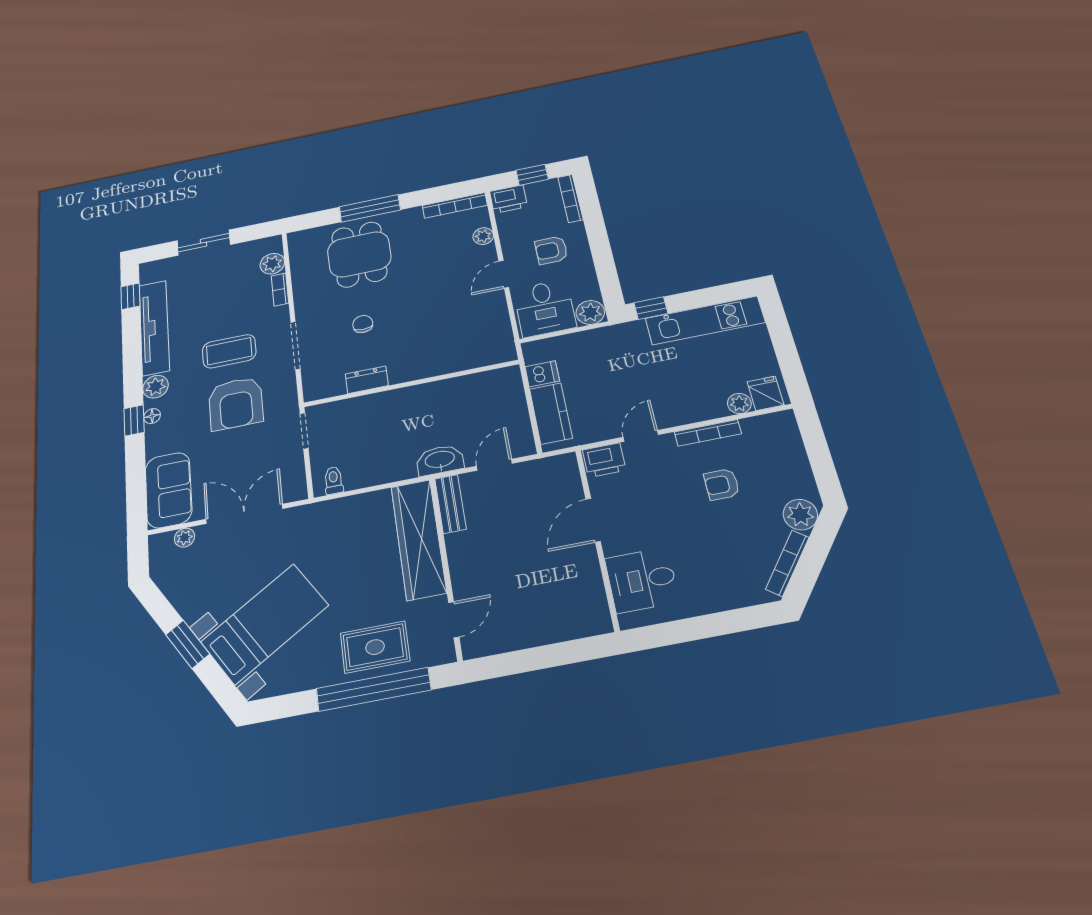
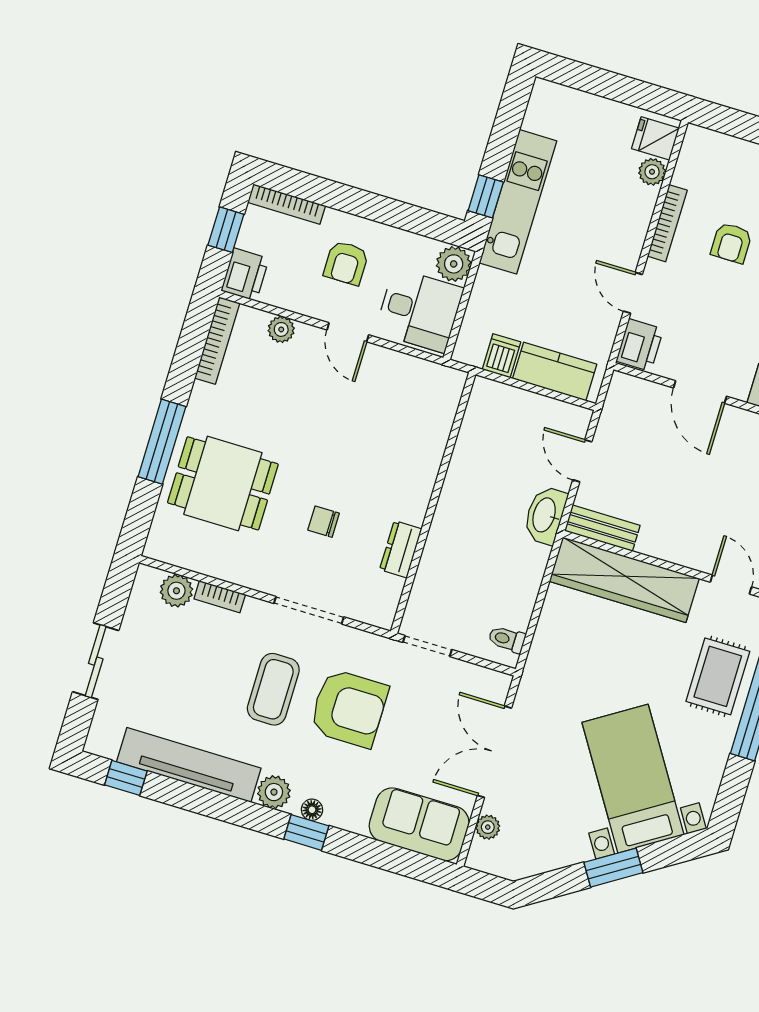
kitchen unit: (705, 320) -> (518, 202), moved

